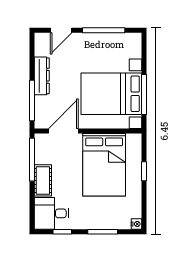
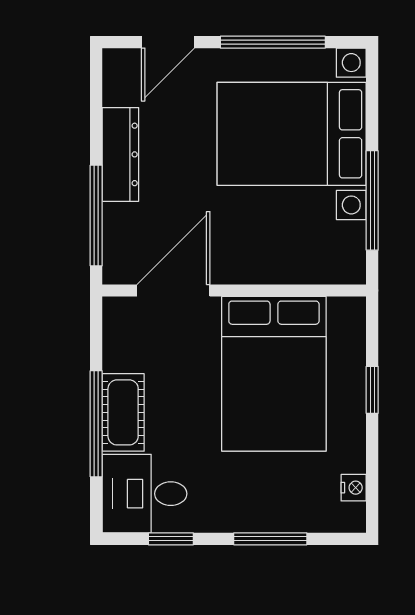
bed with nightstands: (111, 94) -> (292, 134), moved
window: (32, 160) -> (96, 424), moved
nightstand: (136, 224) -> (354, 488), moved

